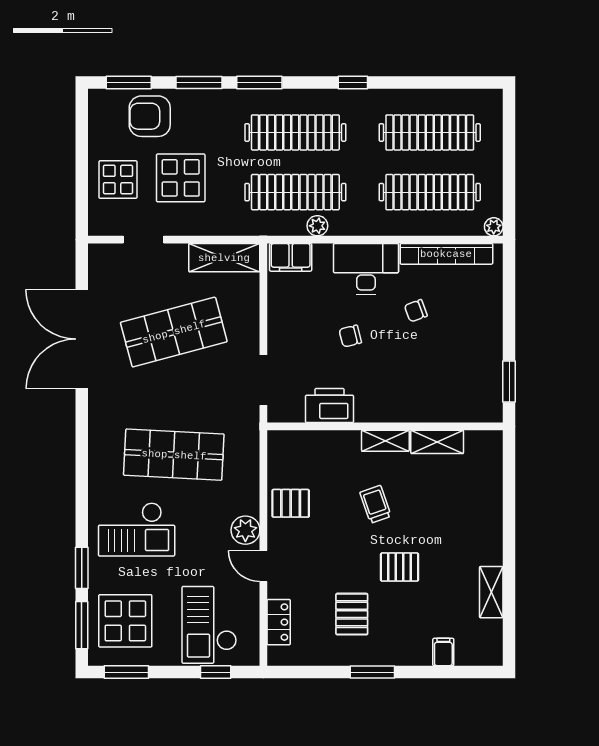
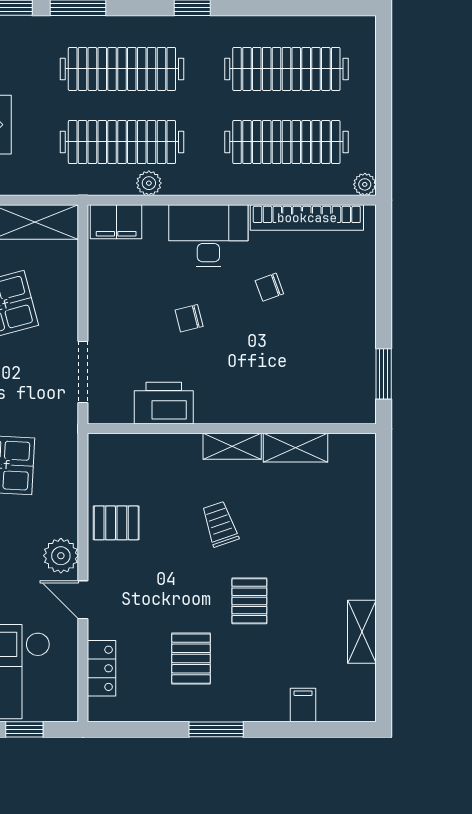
pallet: (400, 567) -> (249, 601), turned 90

